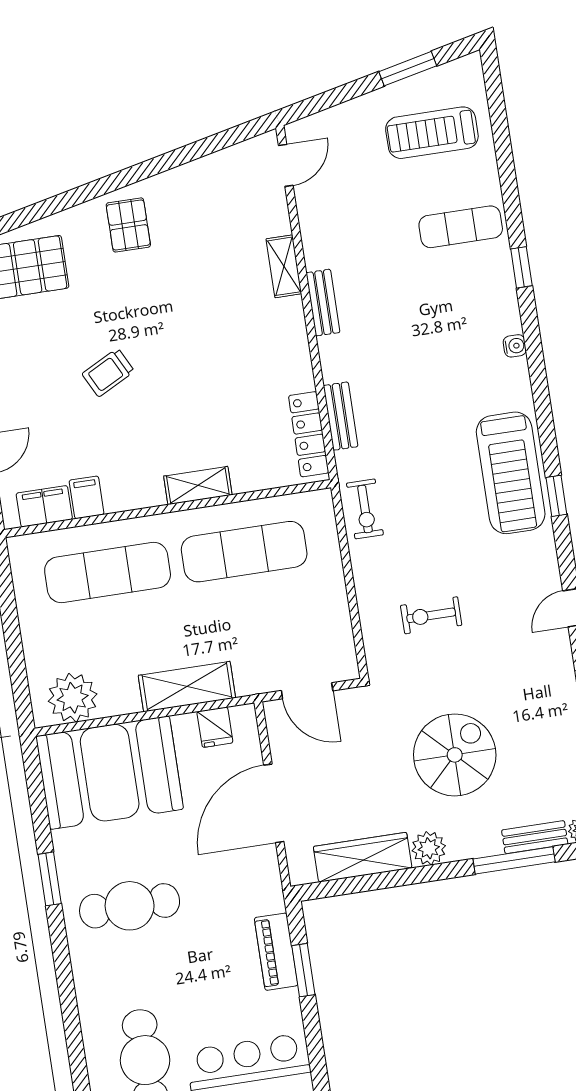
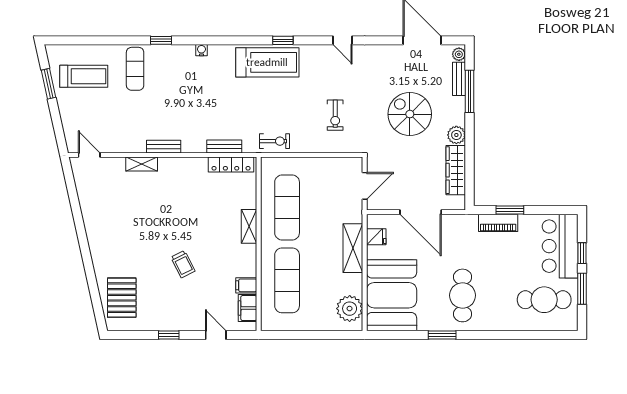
treadmill: (432, 133) -> (84, 76), turned -90
pallet: (128, 225) -> (108, 242), removed

